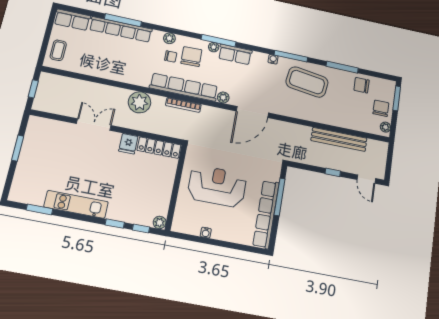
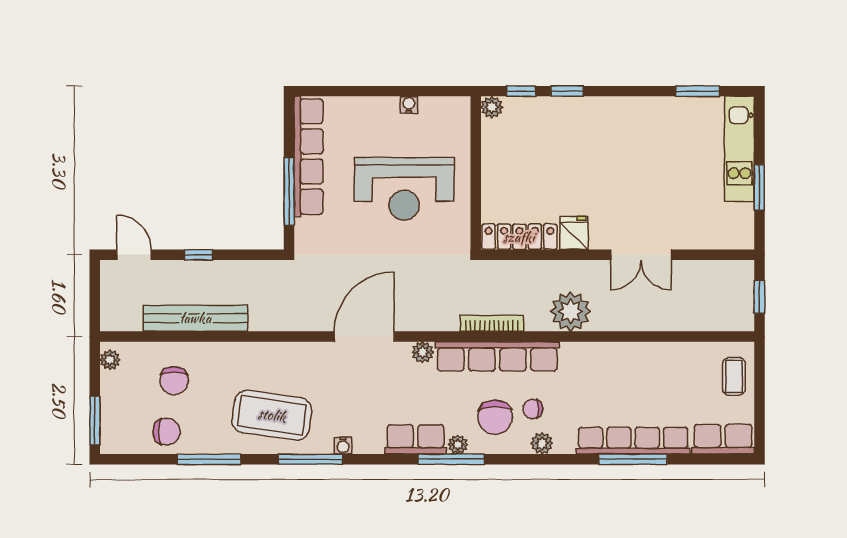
chair: (381, 108) -> (174, 381), moved
kitchen unit: (76, 204) -> (739, 149), moved, turned 90

